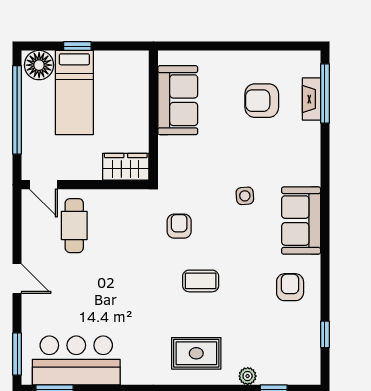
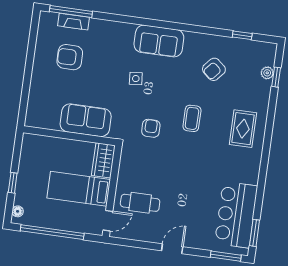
floor lamp: (39, 65) -> (18, 211), width x0.53, depth x0.53
bed: (74, 93) -> (79, 189), moved, turned 180
sofa: (178, 100) -> (86, 120), moved
armchair: (262, 101) -> (70, 57), turned 90
armchair: (179, 226) -> (151, 128), turned 90
armchair: (290, 287) -> (214, 69), moved, turned -49
plant: (248, 376) -> (267, 73), moved

